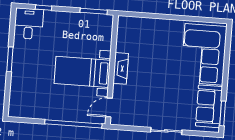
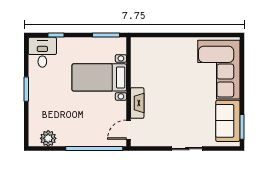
fireplace: (121, 68) -> (137, 103), moved
bed with nightstands: (82, 72) -> (99, 77), moved
plant: (28, 110) -> (48, 138), added

